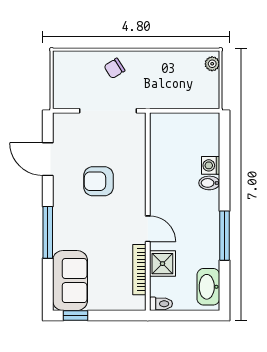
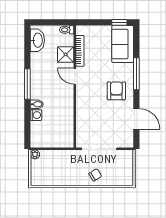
plant: (212, 64) -> (35, 154), moved
armchair: (99, 181) -> (116, 91), moved, turned -90
window: (224, 236) -> (27, 84), moved

